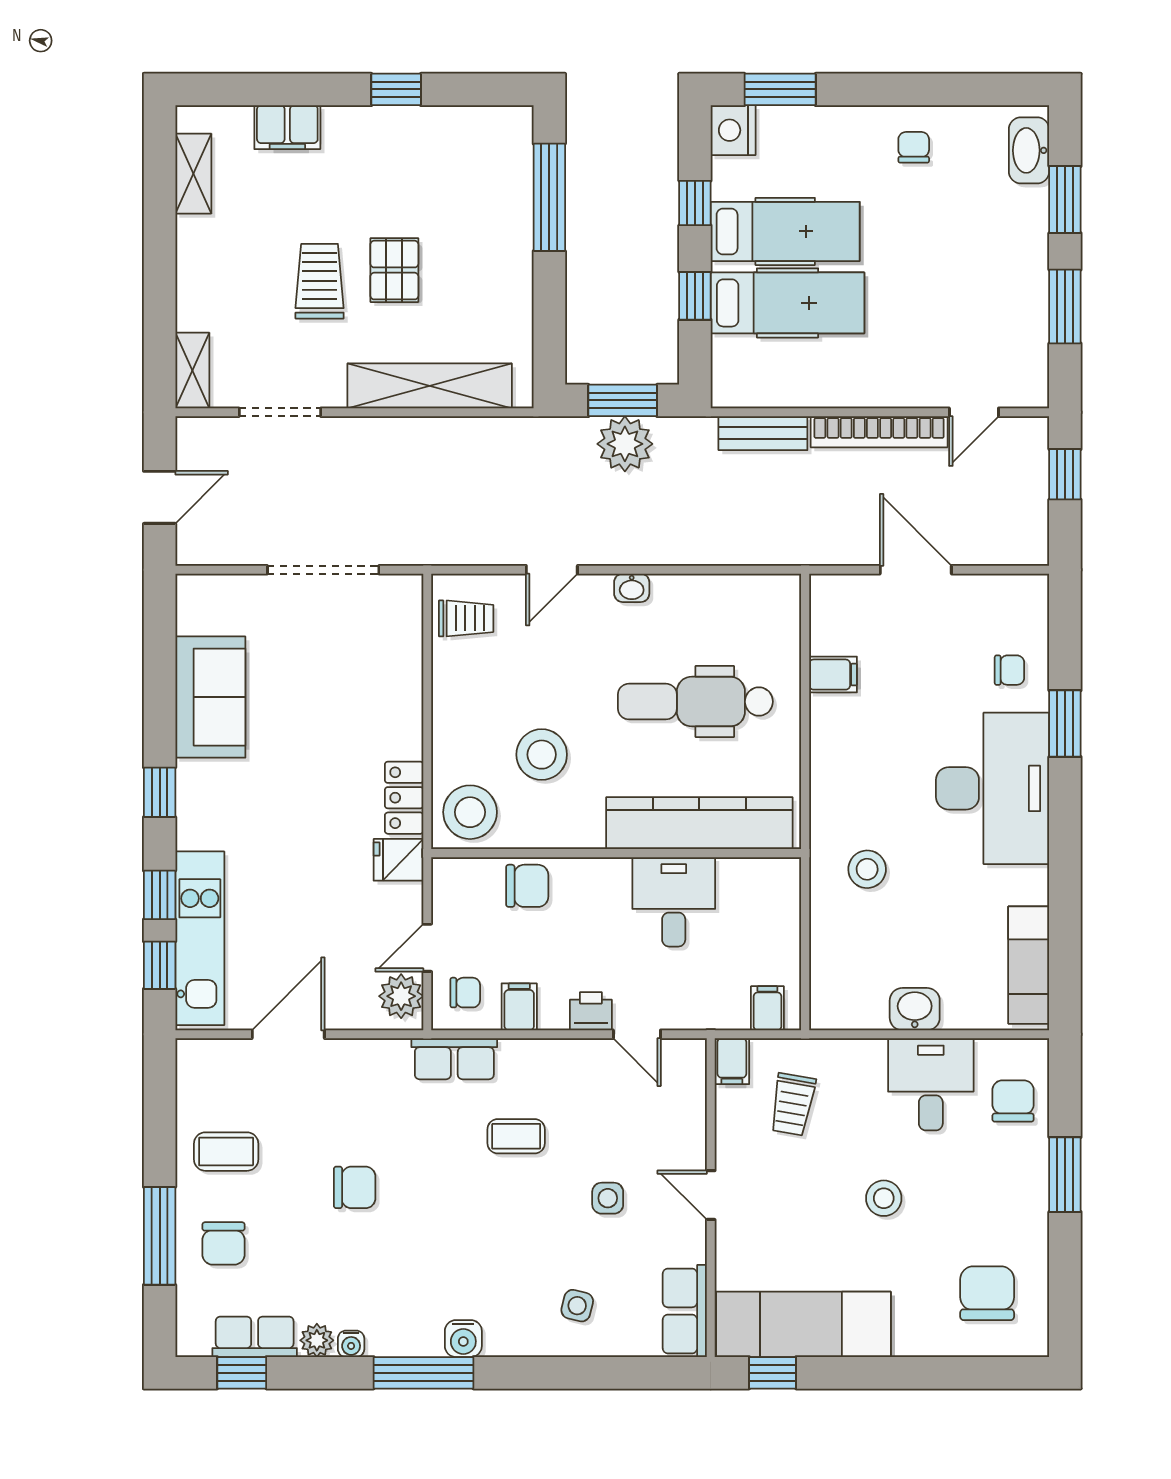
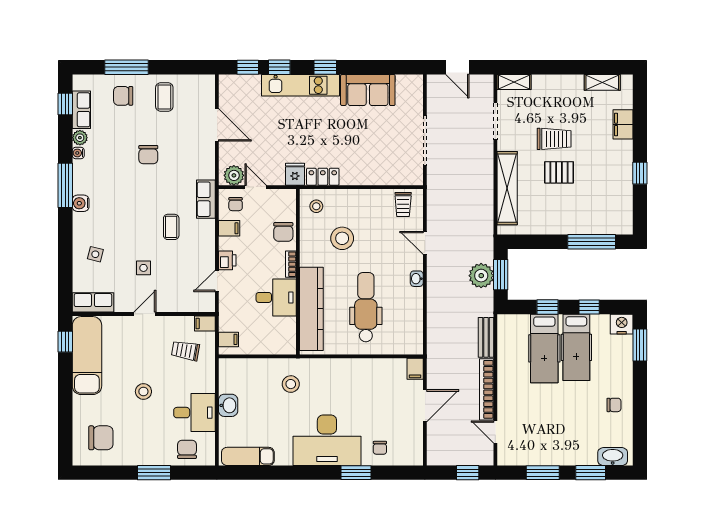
filing cabinet: (833, 675) -> (415, 369), moved
stool: (470, 812) -> (316, 206), width x0.53, depth x0.53
bookcase: (599, 869) -> (291, 264), added
kitchen unit: (200, 938) -> (300, 85), moved
chair: (1013, 1101) -> (187, 449), turned -90

